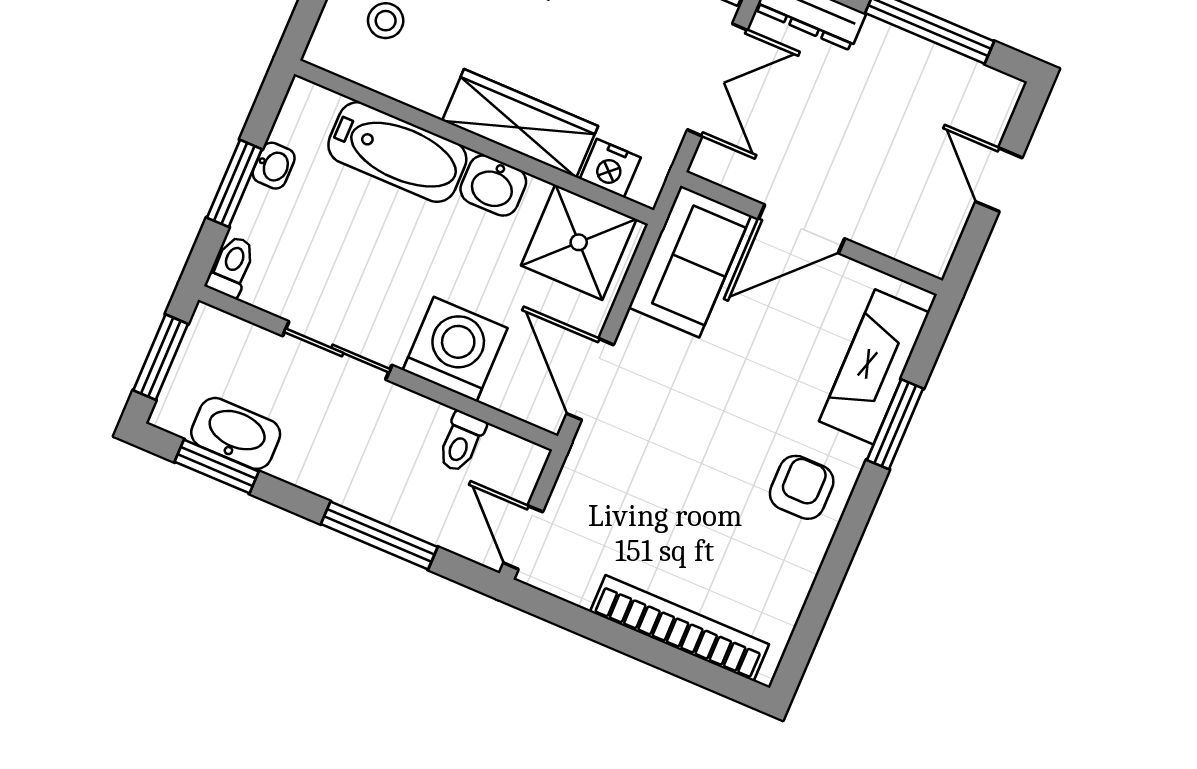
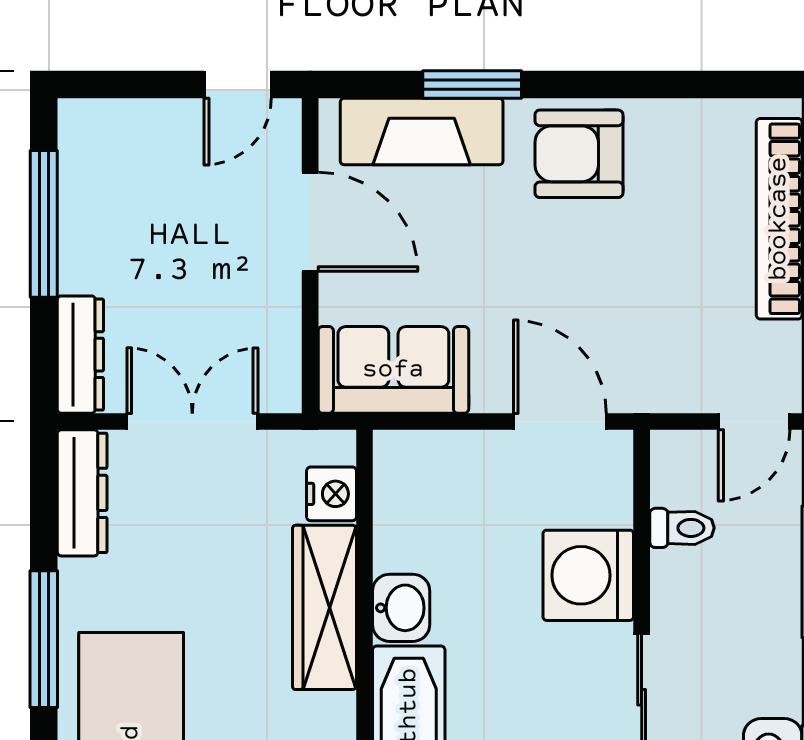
door: (999, 180) -> (238, 85), moved
door: (802, 229) -> (310, 222), moved
shower: (579, 242) -> (422, 494), removed
door: (590, 379) -> (560, 421), swing flipped
armchair: (802, 487) -> (579, 154), width x1.38, depth x1.38

